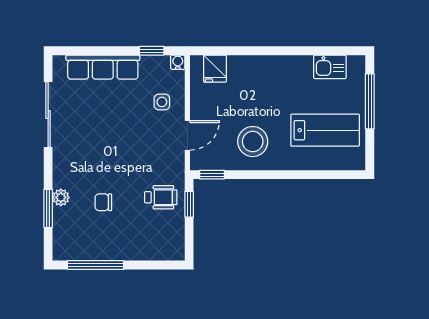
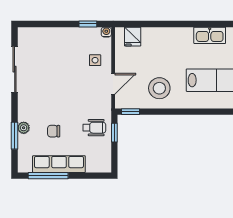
row of seats: (103, 67) -> (59, 164), moved, turned 180
kitchen sink: (330, 67) -> (210, 35), width x1.38

